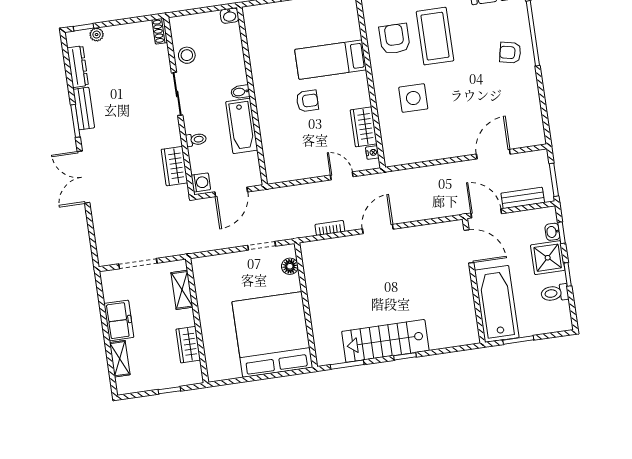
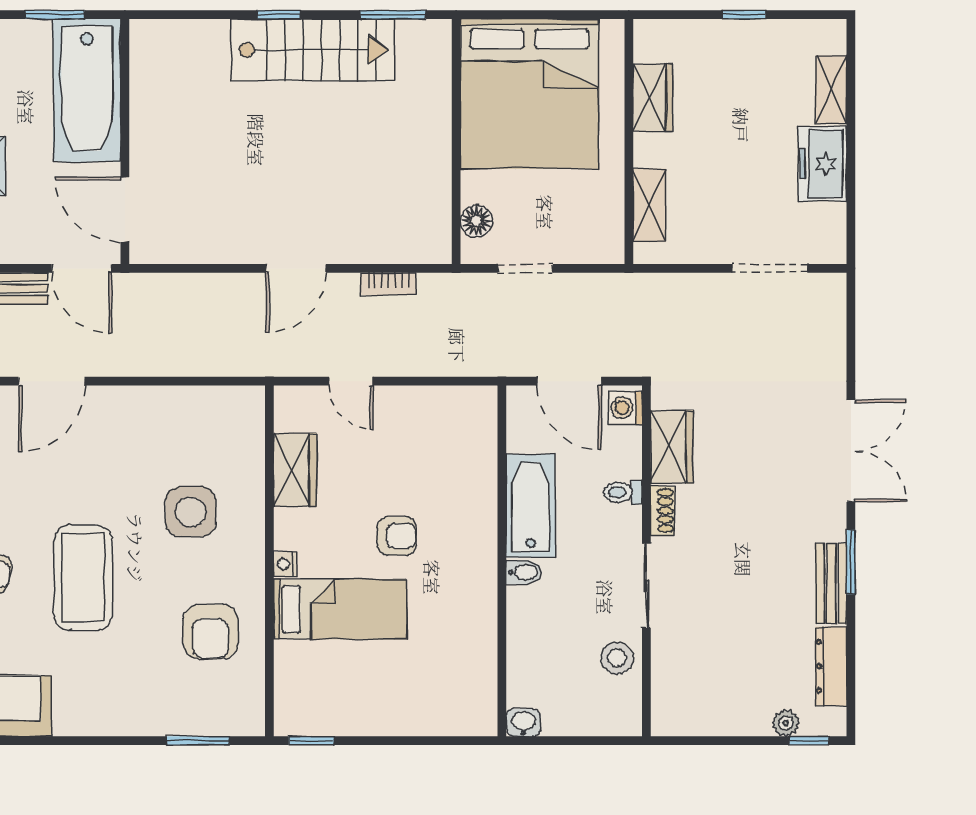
shoe rack: (160, 31) -> (662, 511), moved
coffee table: (435, 36) -> (83, 578), moved
armchair: (307, 101) -> (397, 536), turned 180
nightstand: (372, 153) -> (285, 564), moved
door: (231, 192) -> (569, 381), swing flipped
shelving: (182, 290) -> (650, 205), moved
wall: (197, 321) -> (629, 142), moved
wardrobe: (188, 345) -> (653, 98), moved

